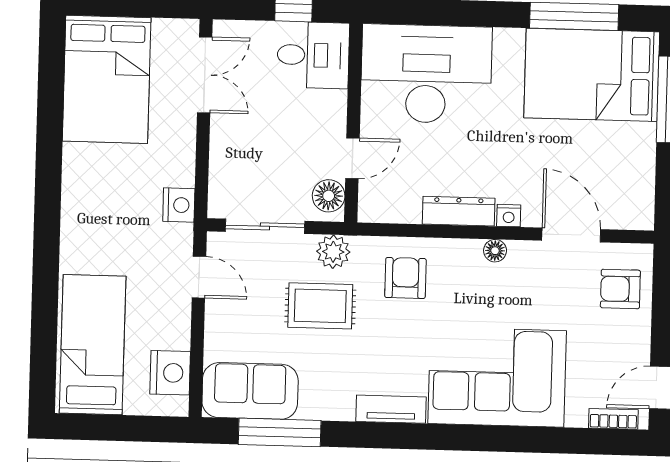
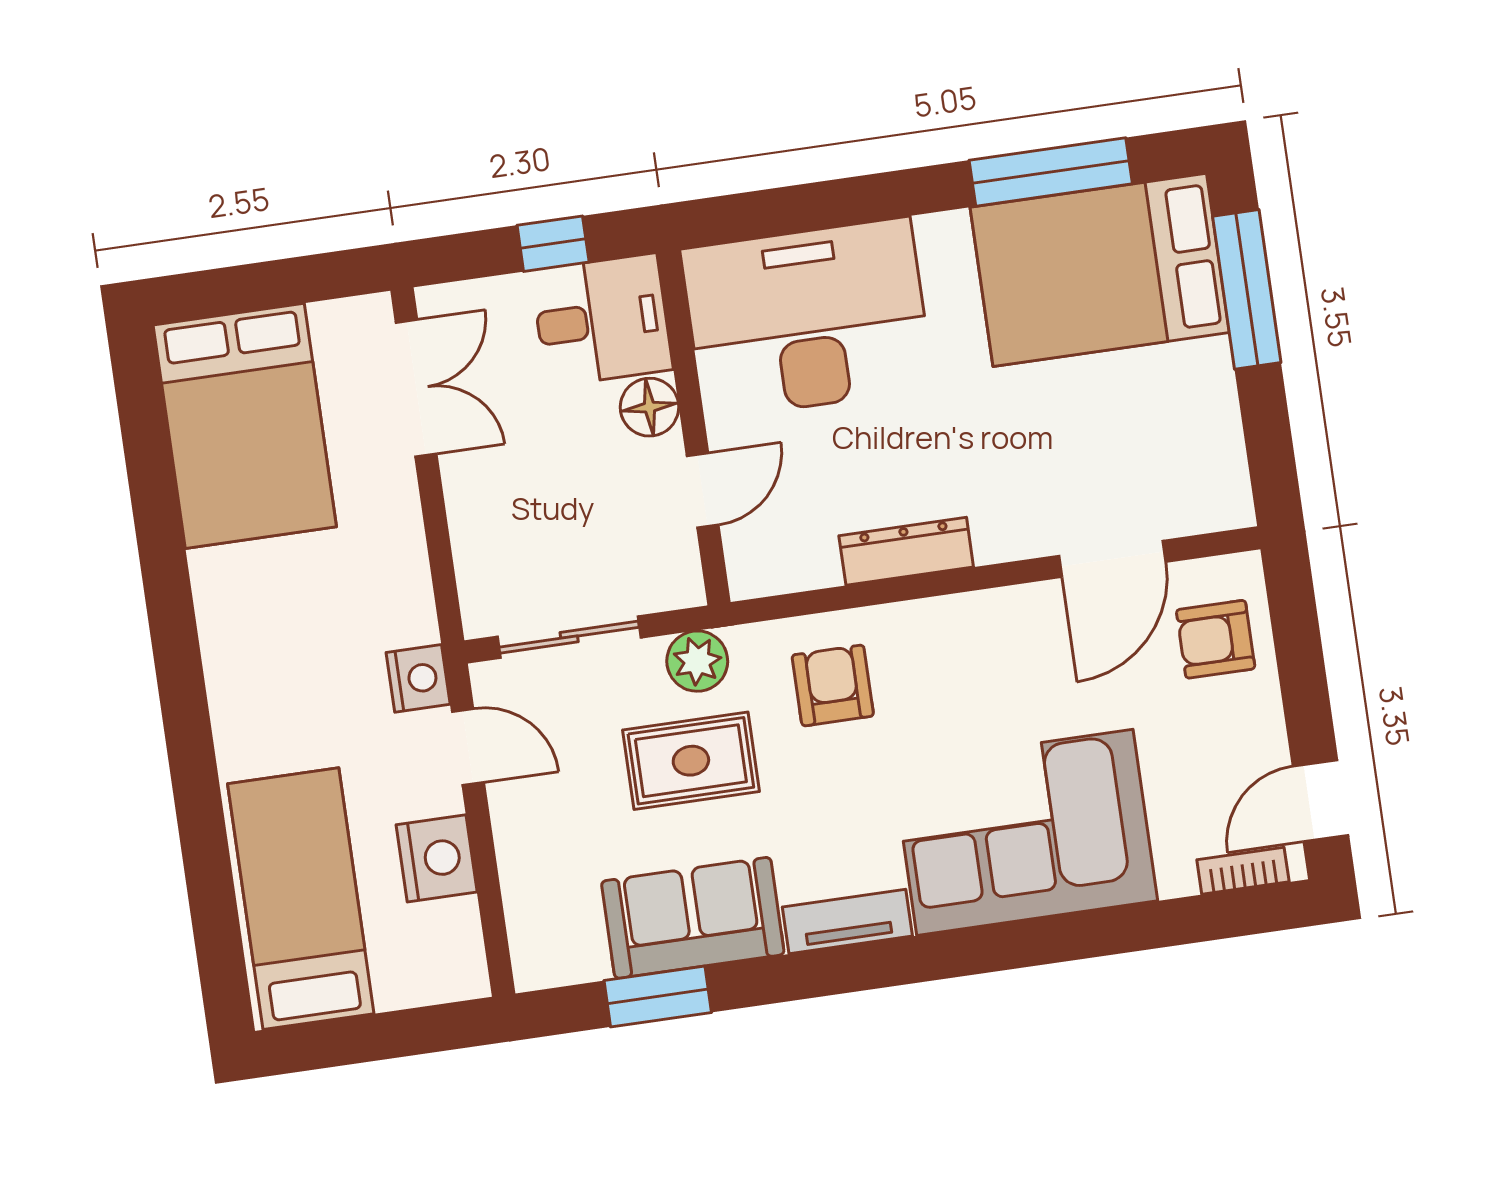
floor lamp: (329, 196) -> (650, 407), moved
nightstand: (179, 205) -> (418, 678), moved
nightstand: (509, 216) -> (996, 544), removed
door: (571, 235) -> (1112, 559), swing flipped
floor lamp: (495, 251) -> (983, 610), removed
nightstand: (170, 373) -> (437, 858), moved
sofa: (250, 391) -> (693, 918), moved
window: (280, 432) -> (658, 997), width x0.69

